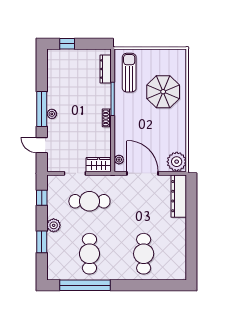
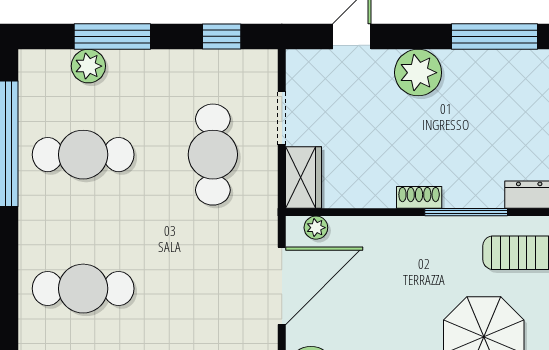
window: (42, 109) -> (495, 36), moved
plant: (52, 114) -> (418, 73), width x1.88, depth x1.88
plant: (54, 225) -> (88, 66), moved
window: (42, 242) -> (112, 36), width x1.44

